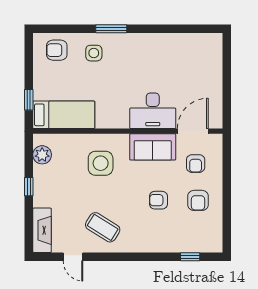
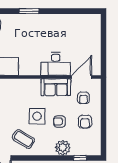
side table: (94, 53) -> (18, 27), removed
side table: (101, 163) -> (37, 116), moved
plant: (163, 241) -> (63, 148), added

